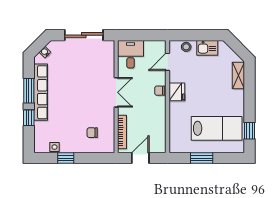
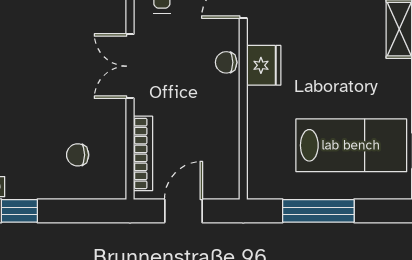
double door: (116, 92) -> (130, 66), swing flipped
window: (202, 158) -> (318, 211), width x1.44

